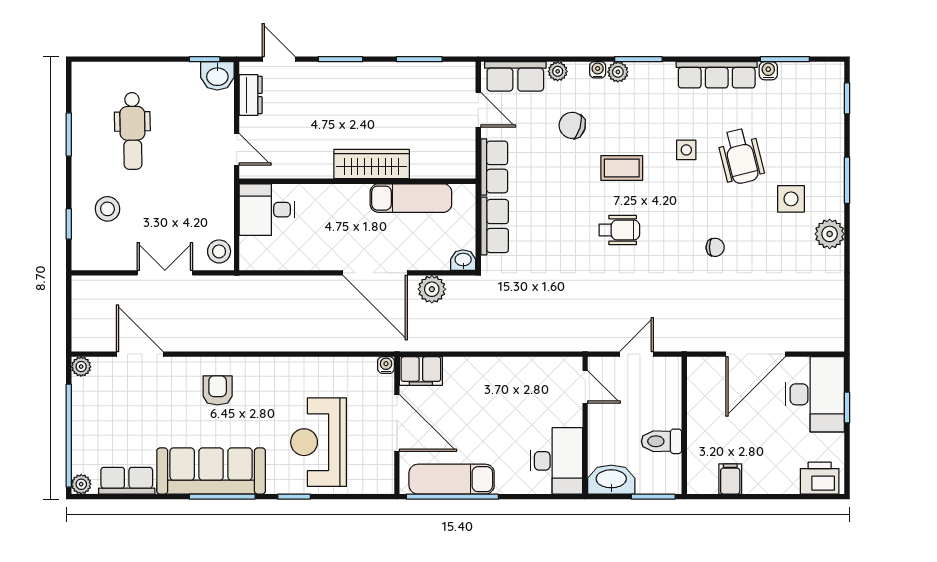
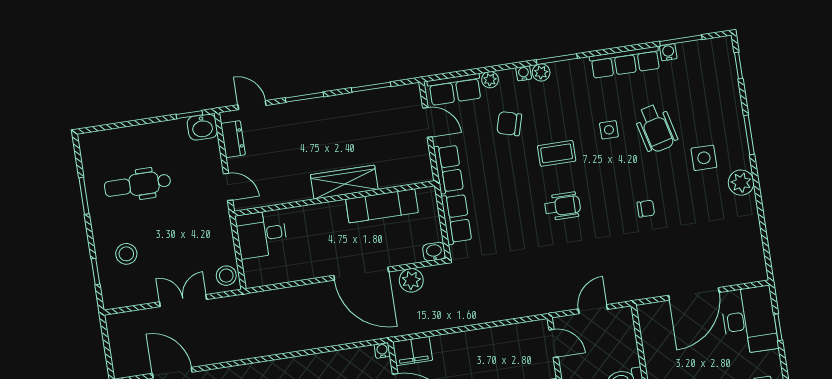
dental chair: (132, 131) -> (138, 185), turned 91

